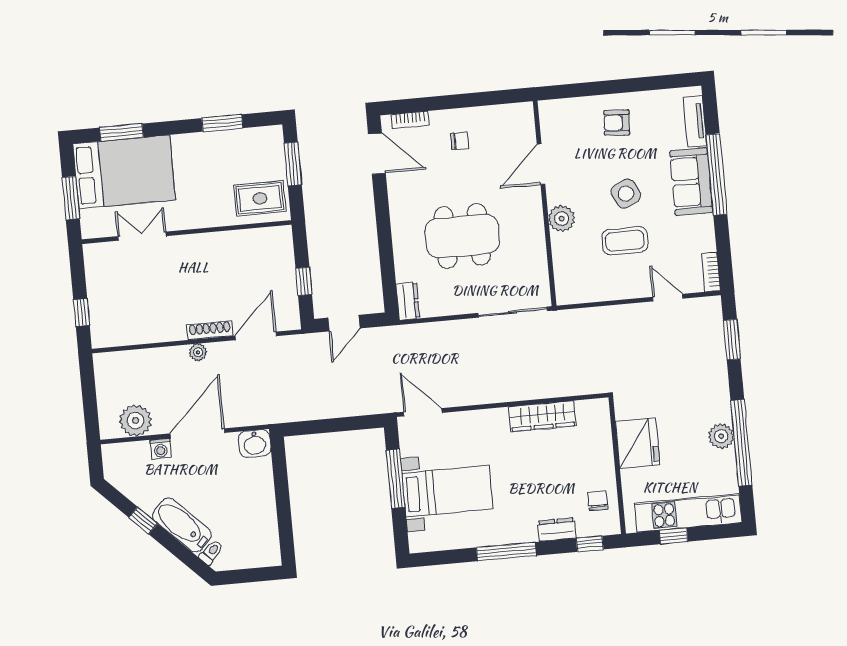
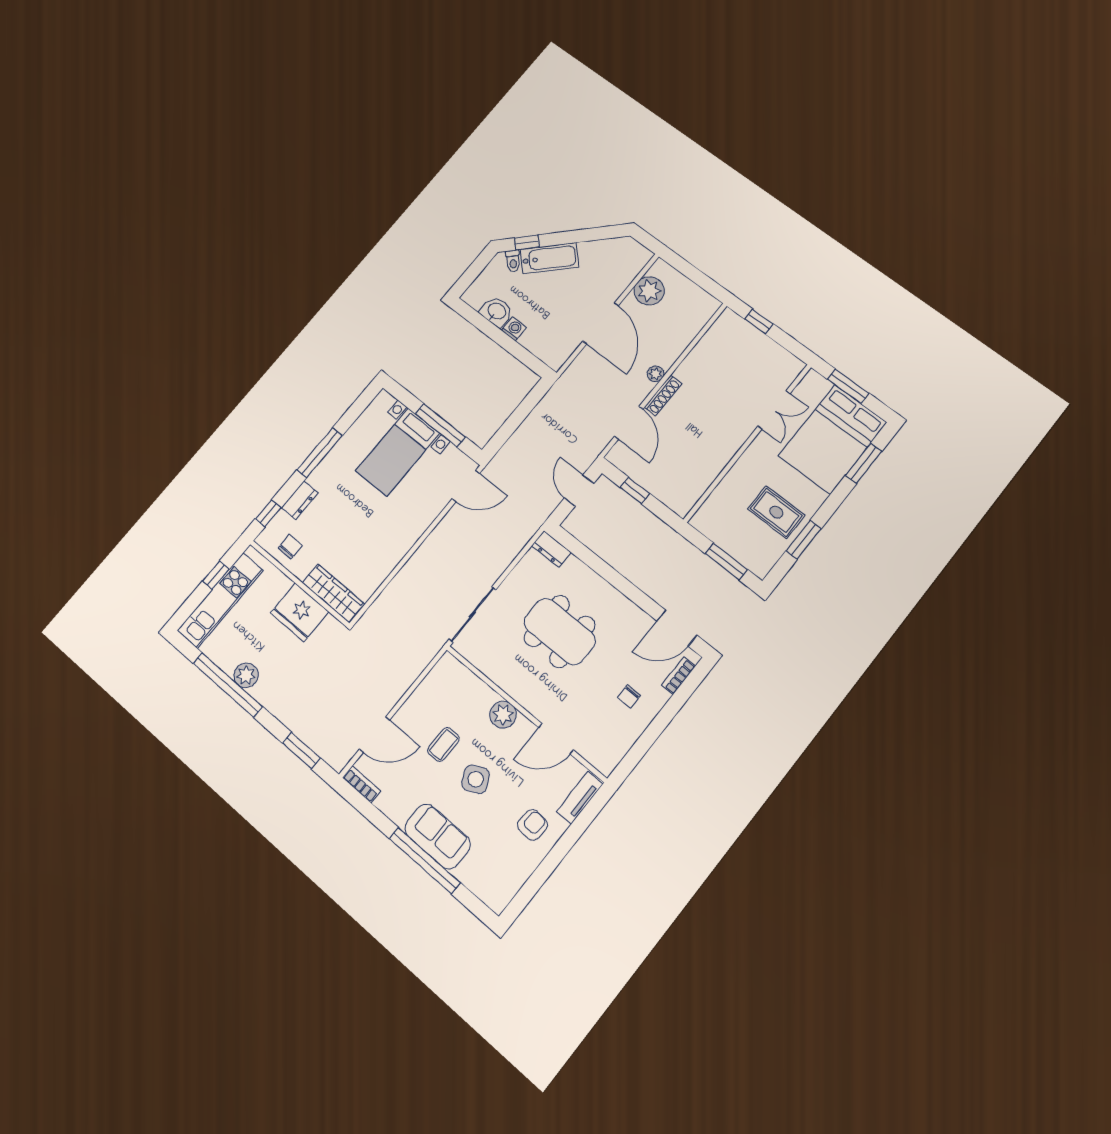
tv unit: (695, 121) -> (580, 798), moved, turned -90
door: (541, 164) -> (556, 739), swing flipped
rug: (260, 198) -> (776, 512), moved, turned 90
dining table: (462, 236) -> (560, 631), turned 90
coffee table: (625, 241) -> (443, 744), width x0.73, depth x0.77
door: (668, 298) -> (375, 735), width x1.38
wardrobe: (542, 416) -> (333, 593), moved, turned 90
washbasin: (255, 444) -> (496, 312), moved, turned 90
washing machine: (161, 449) -> (514, 329), moved, turned 90
chair: (598, 501) -> (290, 547), turned -90
window: (143, 521) -> (527, 242), moved

